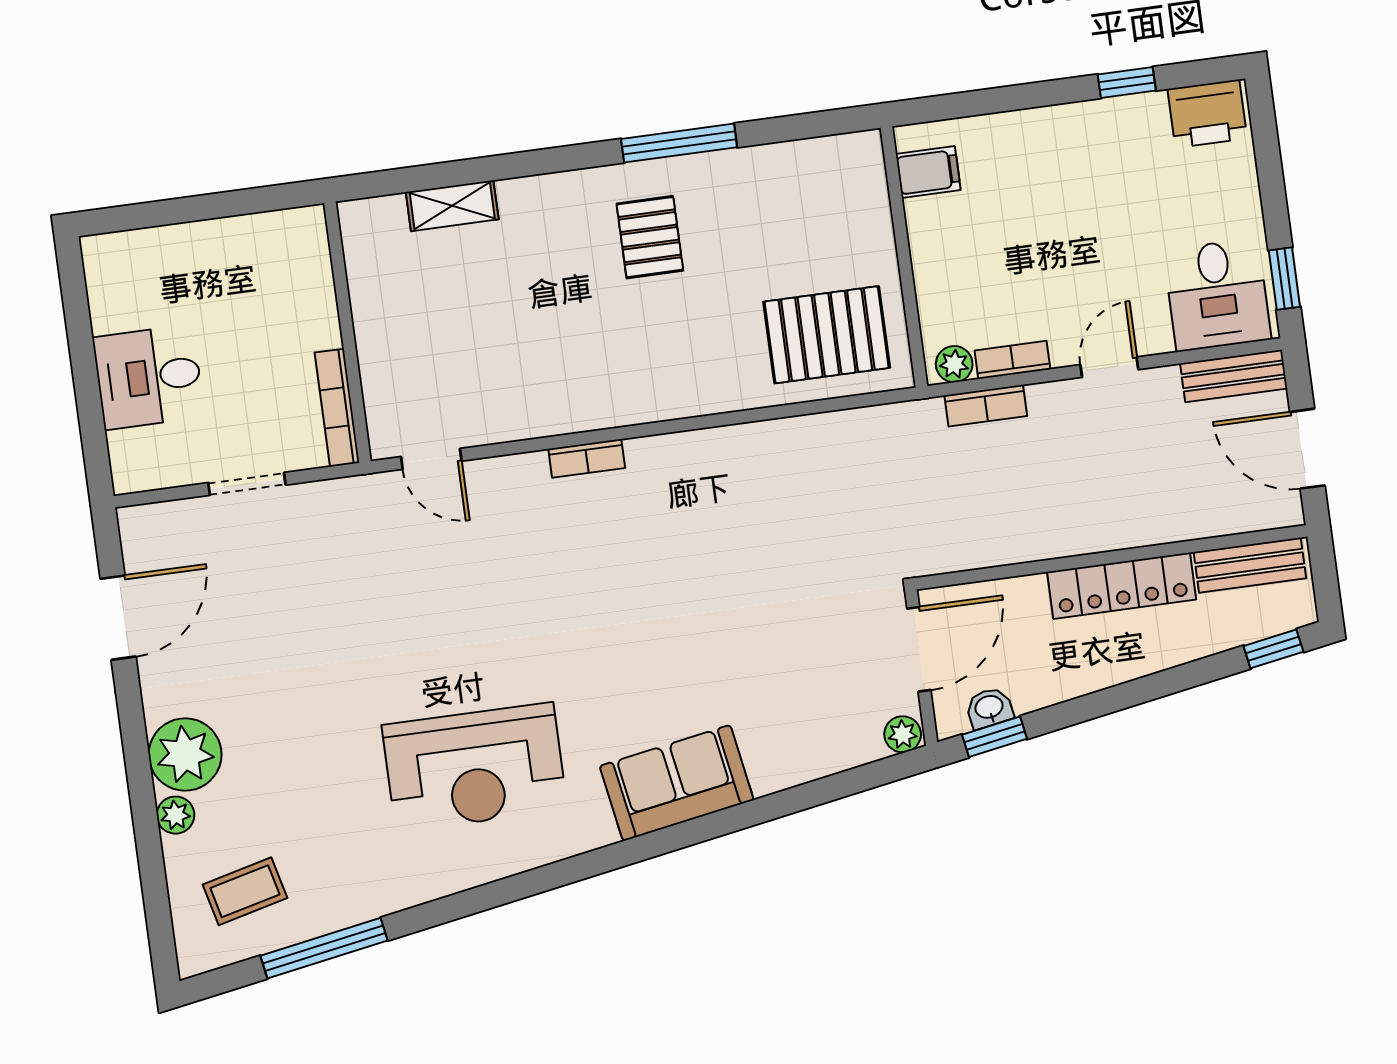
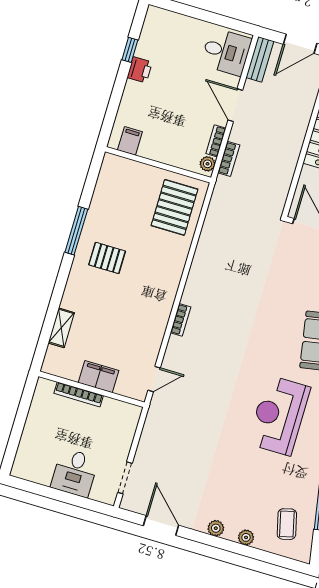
printer: (1207, 114) -> (140, 70), moved, width x0.73, depth x0.81
window: (1284, 279) -> (231, 23), removed
filing cabinet: (382, 335) -> (99, 377), added
door: (1109, 367) -> (235, 105), width x1.38
bookcase: (337, 408) -> (79, 394), moved
doorway: (247, 484) -> (125, 478), moved
plant: (185, 754) -> (216, 528), width x0.53, depth x0.53
reception desk: (475, 767) -> (279, 415), turned 180

